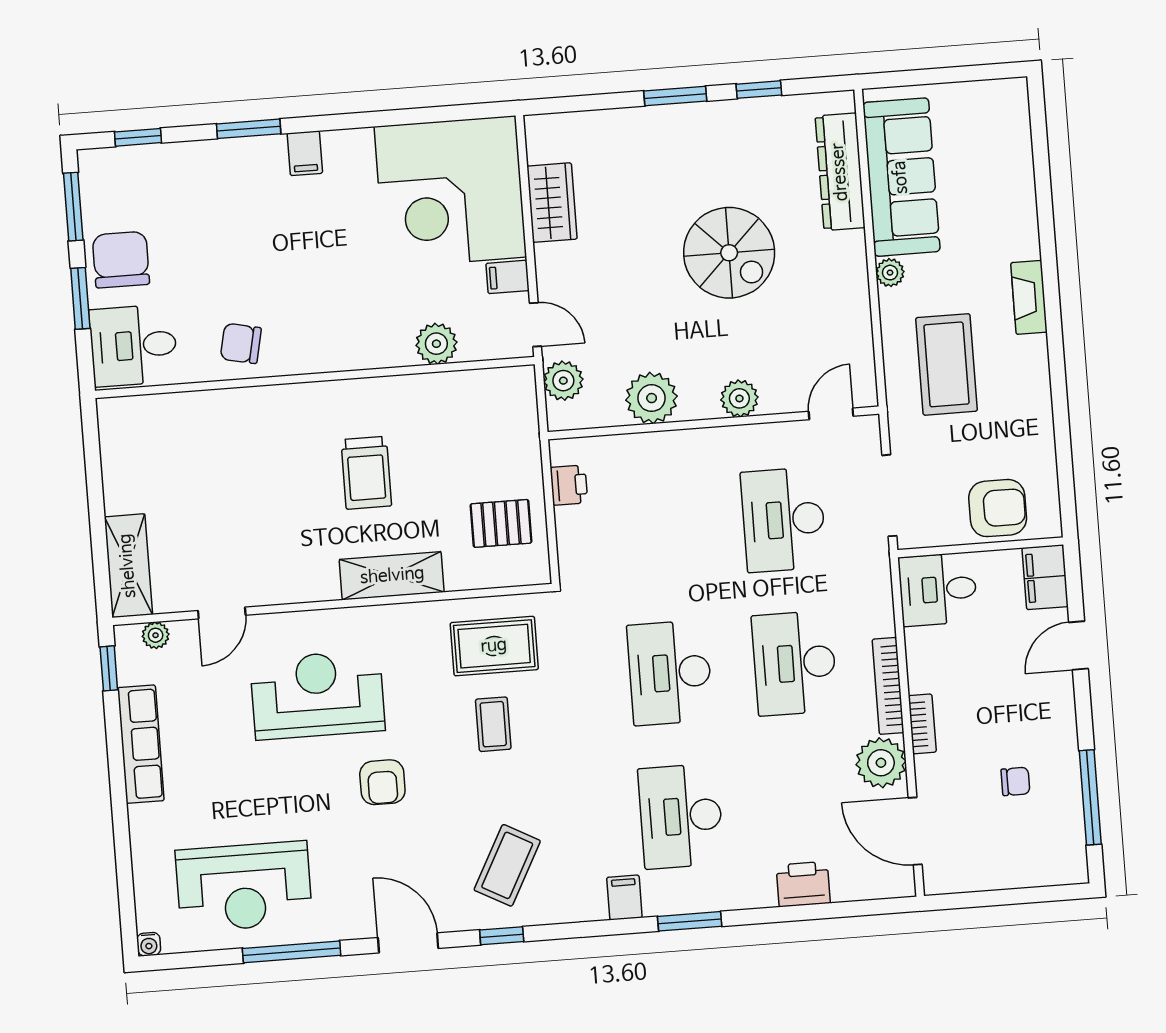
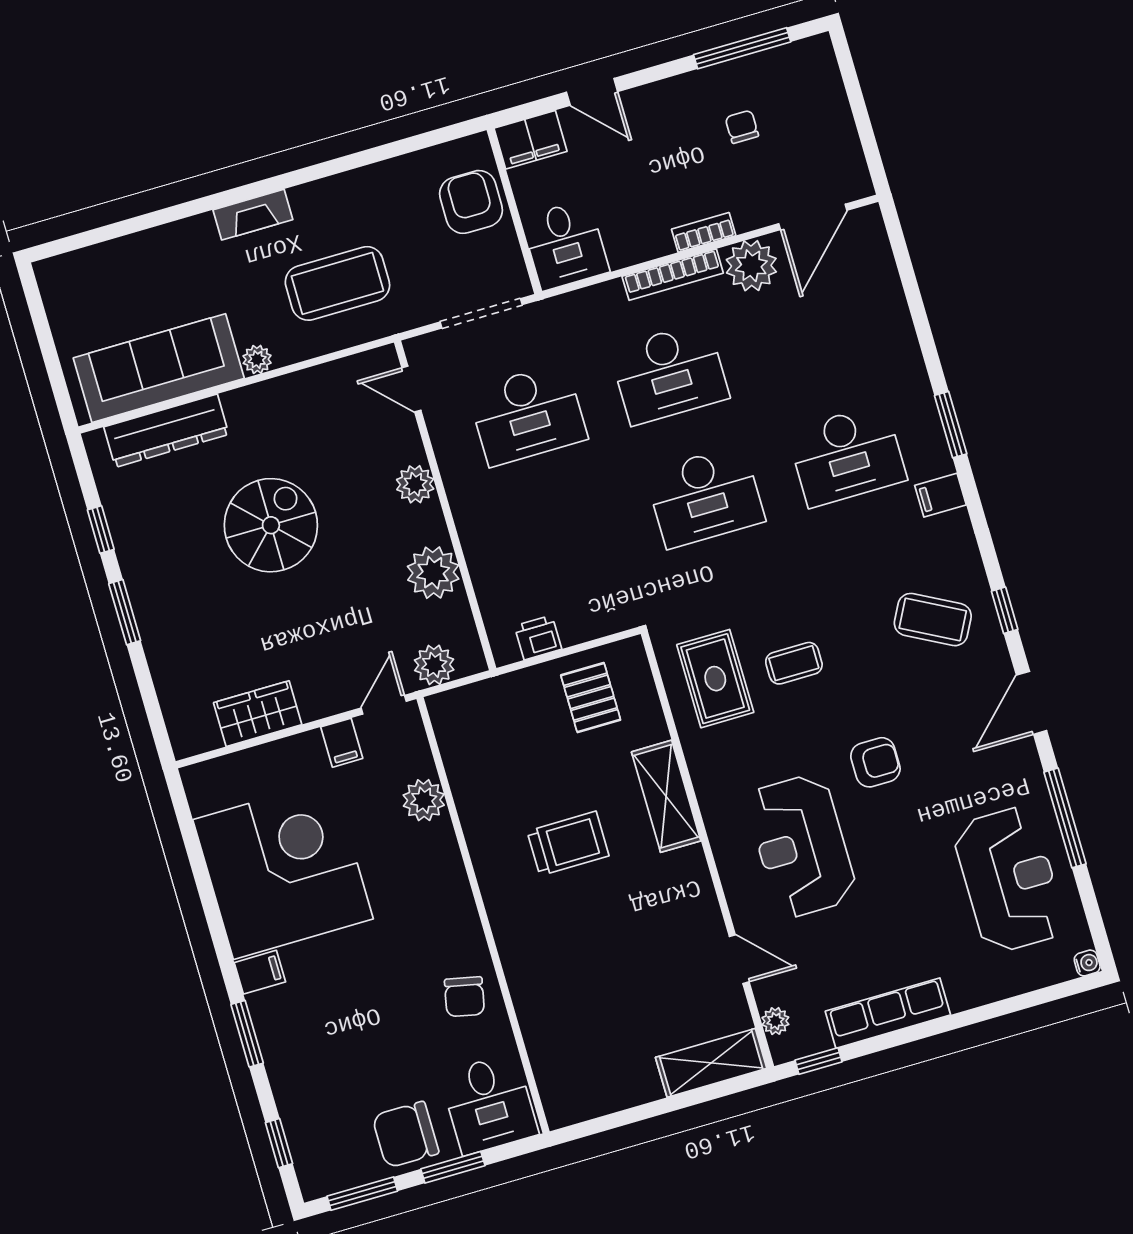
corner desk: (450, 192) -> (283, 869), moved, turned -90
printer: (803, 884) -> (889, 318), removed

